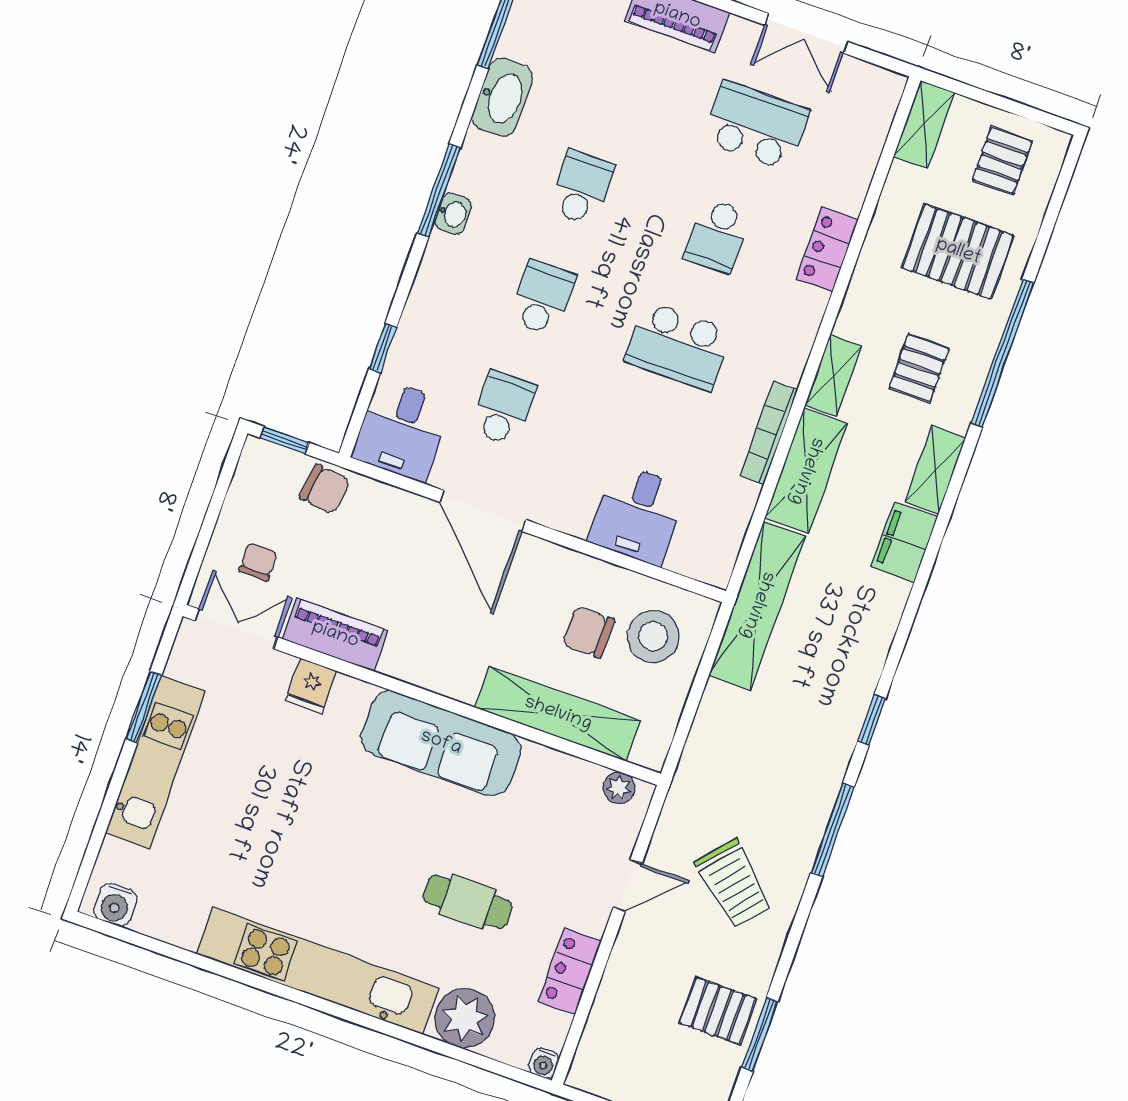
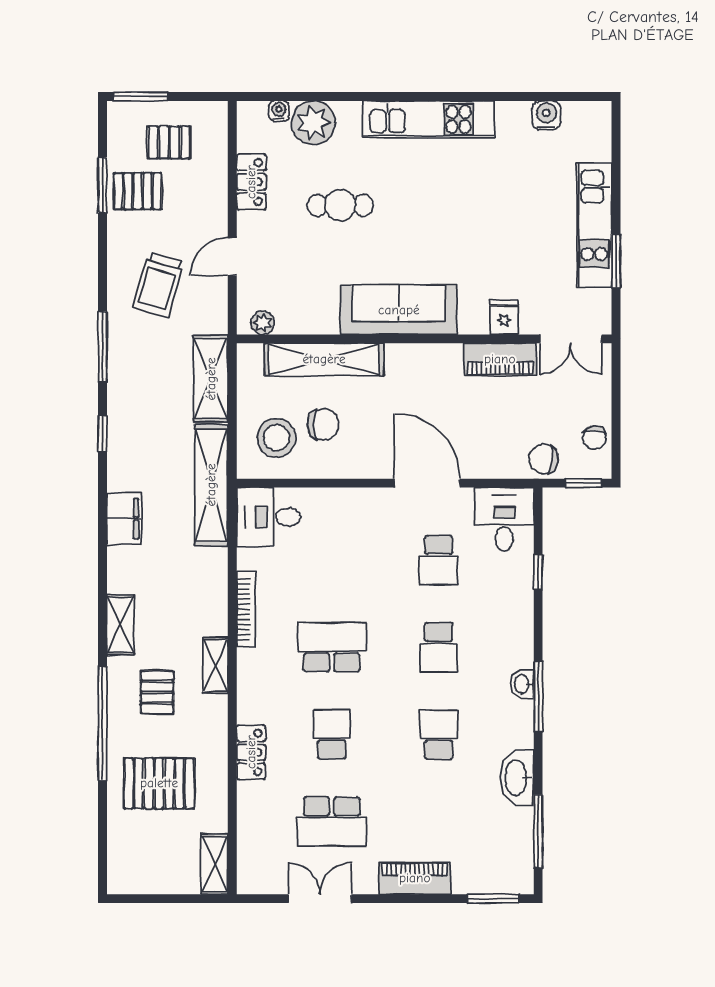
pallet: (1002, 161) -> (169, 142), moved, turned 90
school desk: (582, 188) -> (439, 734), turned 180
shelving: (806, 471) -> (211, 379), moved
desk: (638, 514) -> (268, 517), moved, turned -90
filing cabinet: (904, 542) -> (124, 519), moved
chair: (258, 562) -> (595, 438), moved
trolley: (734, 884) -> (158, 284), turned -115
water cooler: (115, 905) -> (546, 115), moved
kitchen unit: (318, 971) -> (428, 119), width x0.73
water cooler: (544, 1063) -> (279, 111), moved

